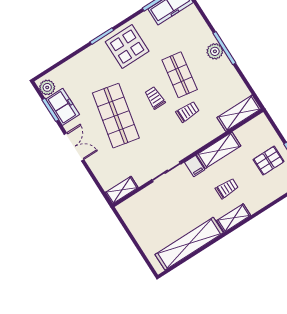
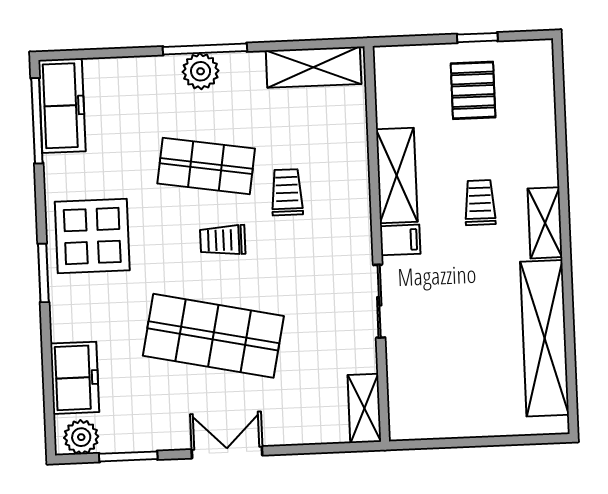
freezer: (63, 107) -> (75, 378), moved, turned 90
shelving: (239, 113) -> (314, 67), moved, turned 90

